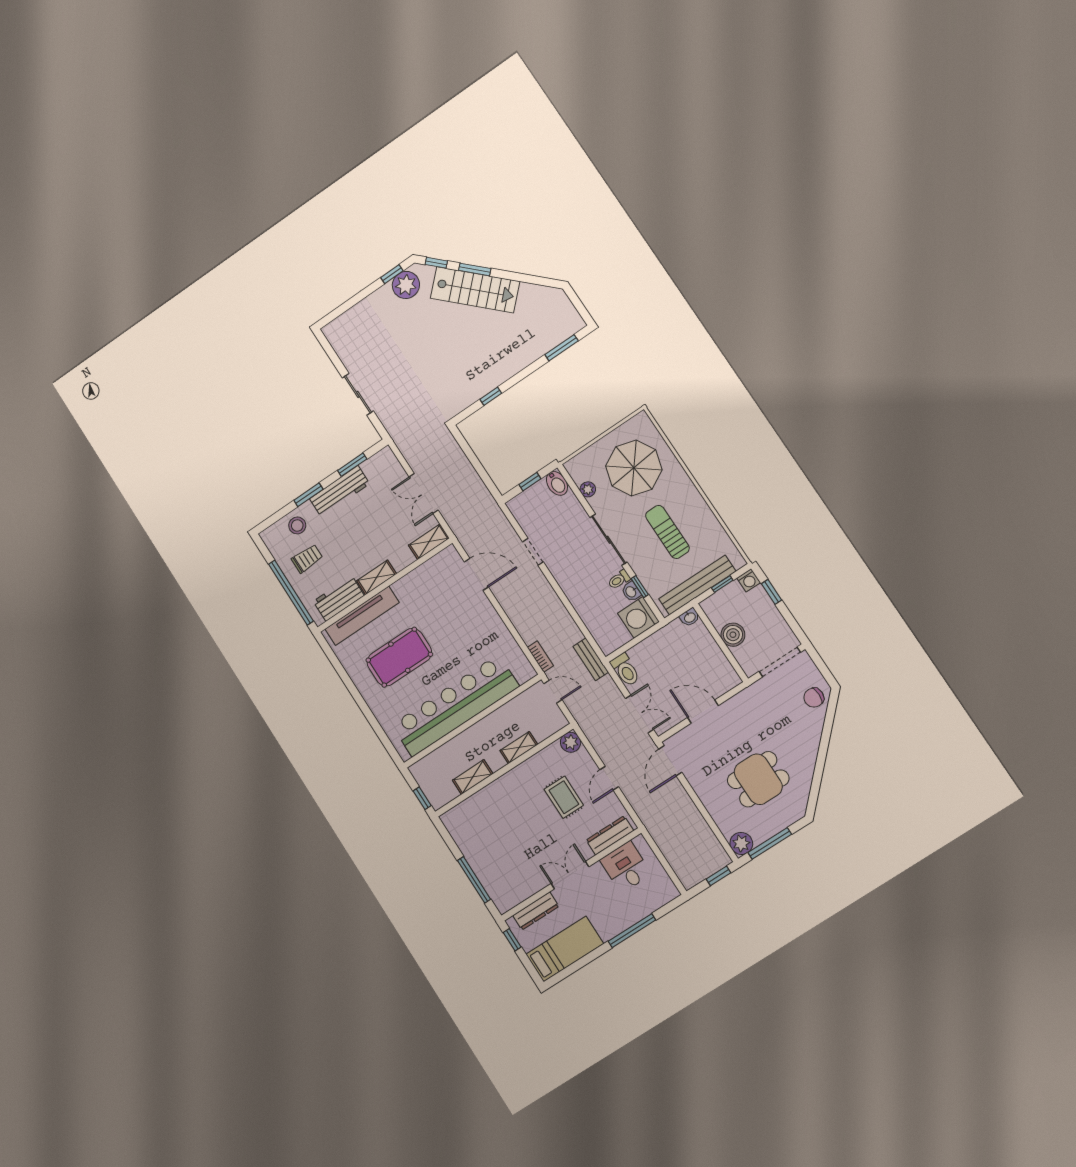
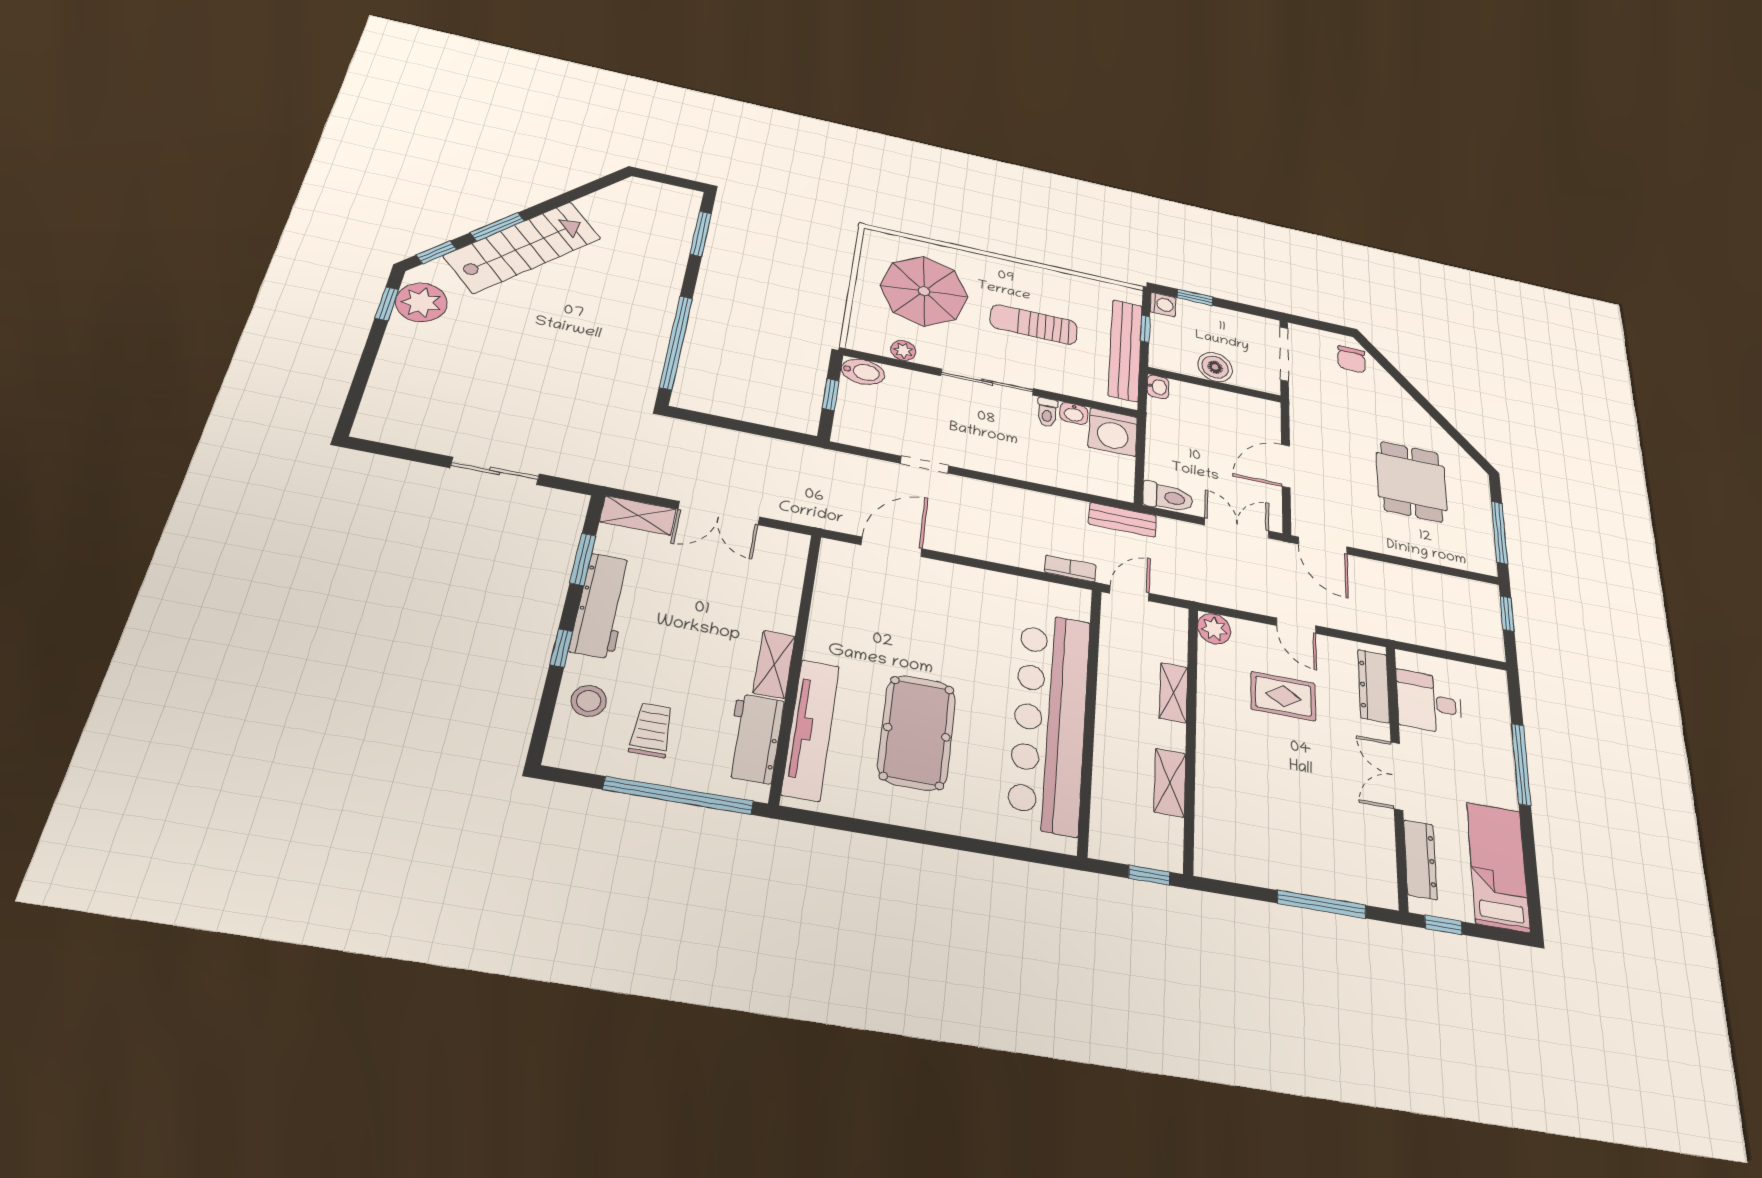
window: (491, 396) -> (676, 342), width x3.17
window: (308, 495) -> (561, 648), width x0.67
shelving: (429, 542) -> (638, 515), moved, turned 90
window: (640, 587) -> (1075, 401), removed
plant: (741, 843) -> (1481, 559), removed

